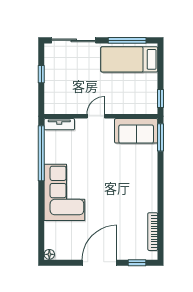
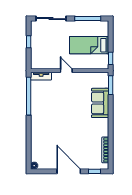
bed: (129, 59) -> (89, 45), moved
door: (96, 116) -> (66, 71), hinge flipped
sofa: (136, 131) -> (100, 103), moved, turned 90
corner sofa: (64, 192) -> (45, 123), removed
door: (100, 263) -> (69, 171), hinge flipped

